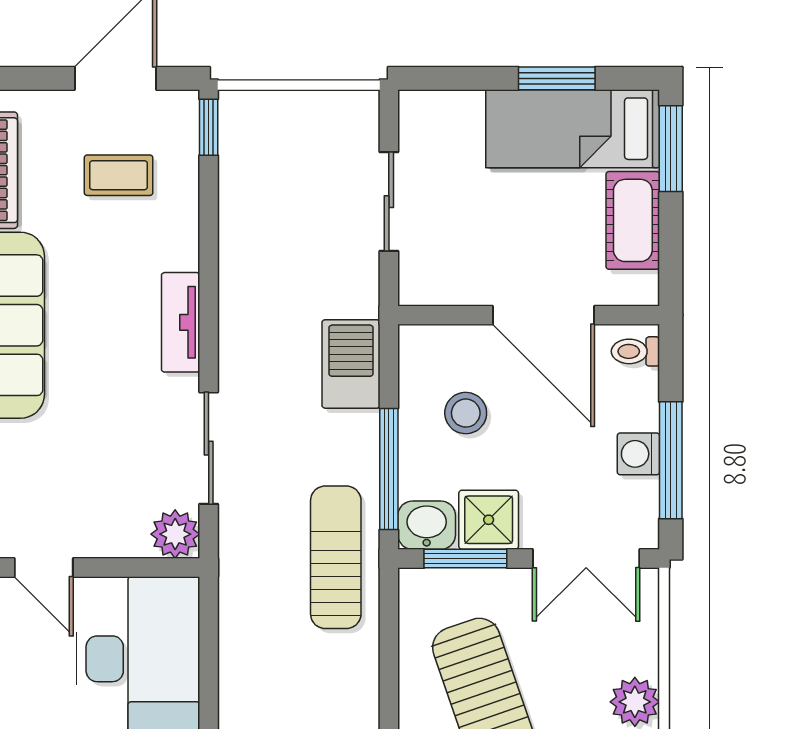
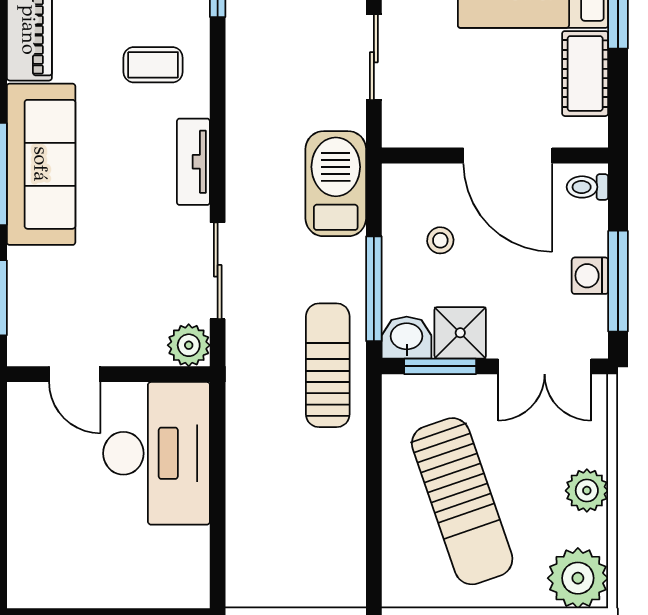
coffee table: (119, 175) -> (153, 65), moved
barbecue: (351, 364) -> (336, 184), width x1.37, depth x1.21
stool: (466, 413) -> (440, 240), width x0.73, depth x0.73

